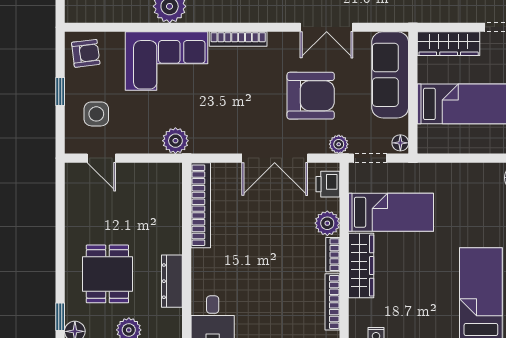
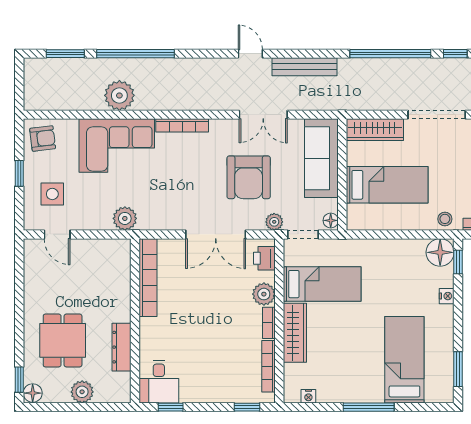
armchair: (311, 96) -> (249, 177), turned 90

